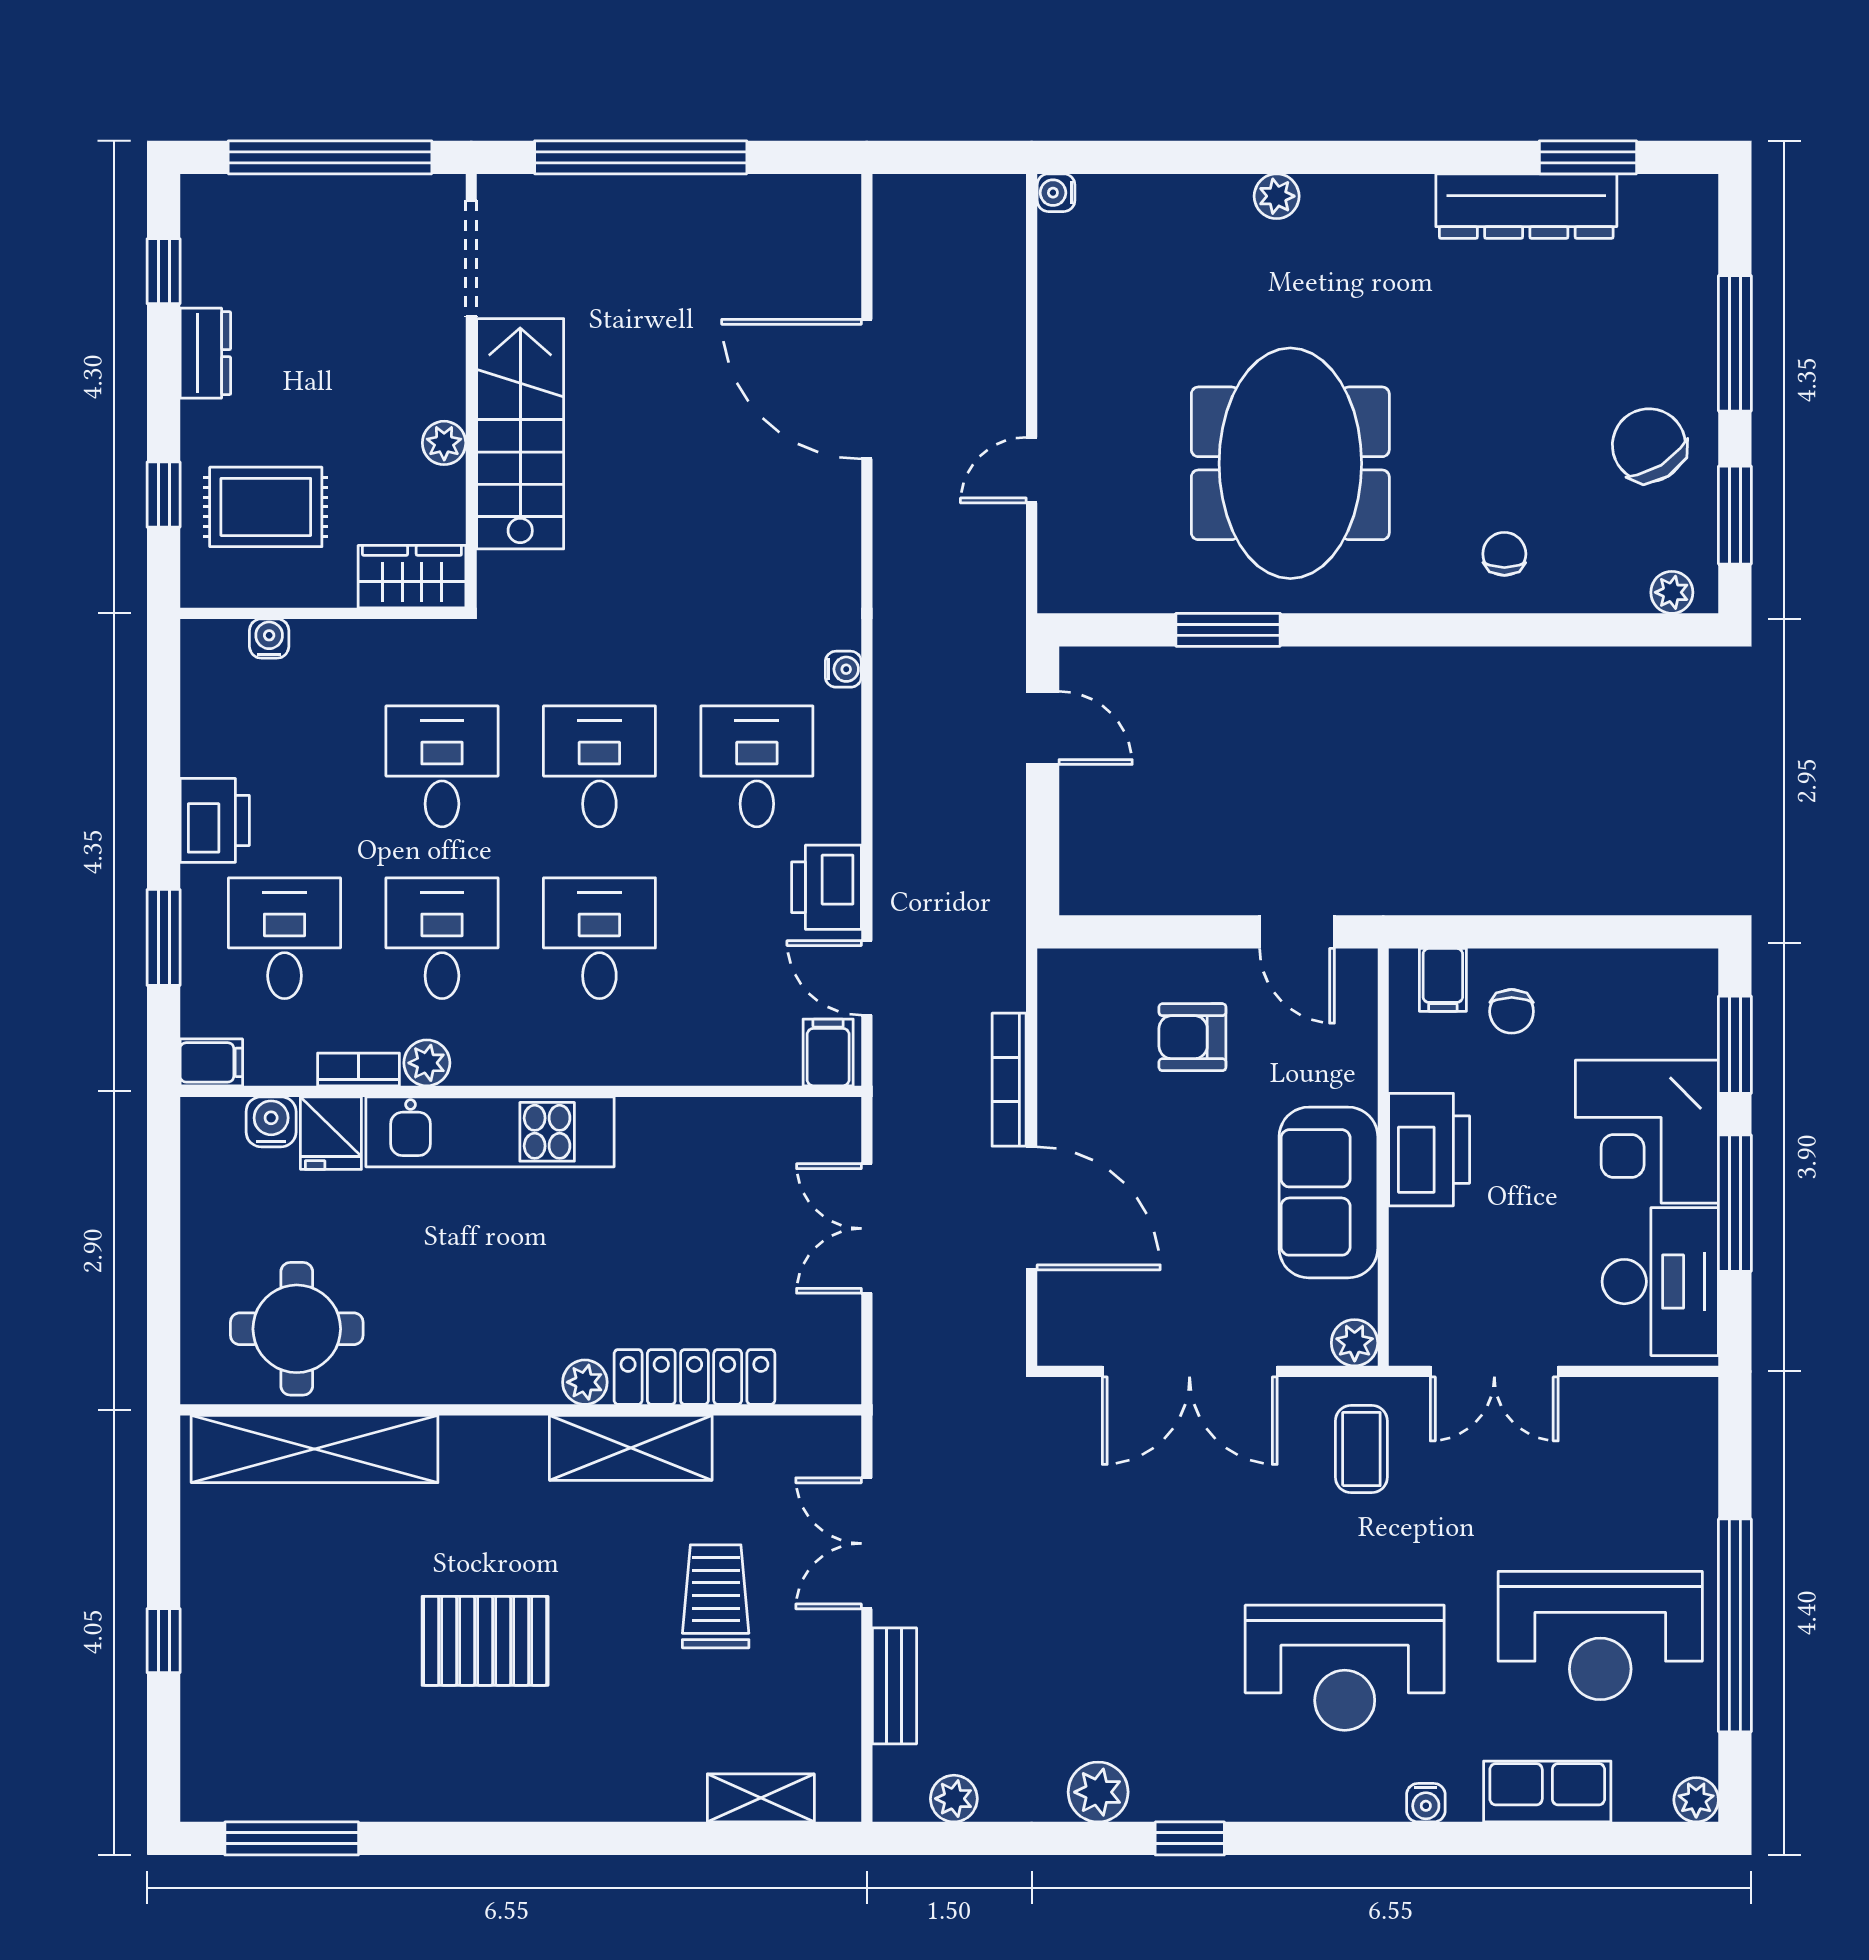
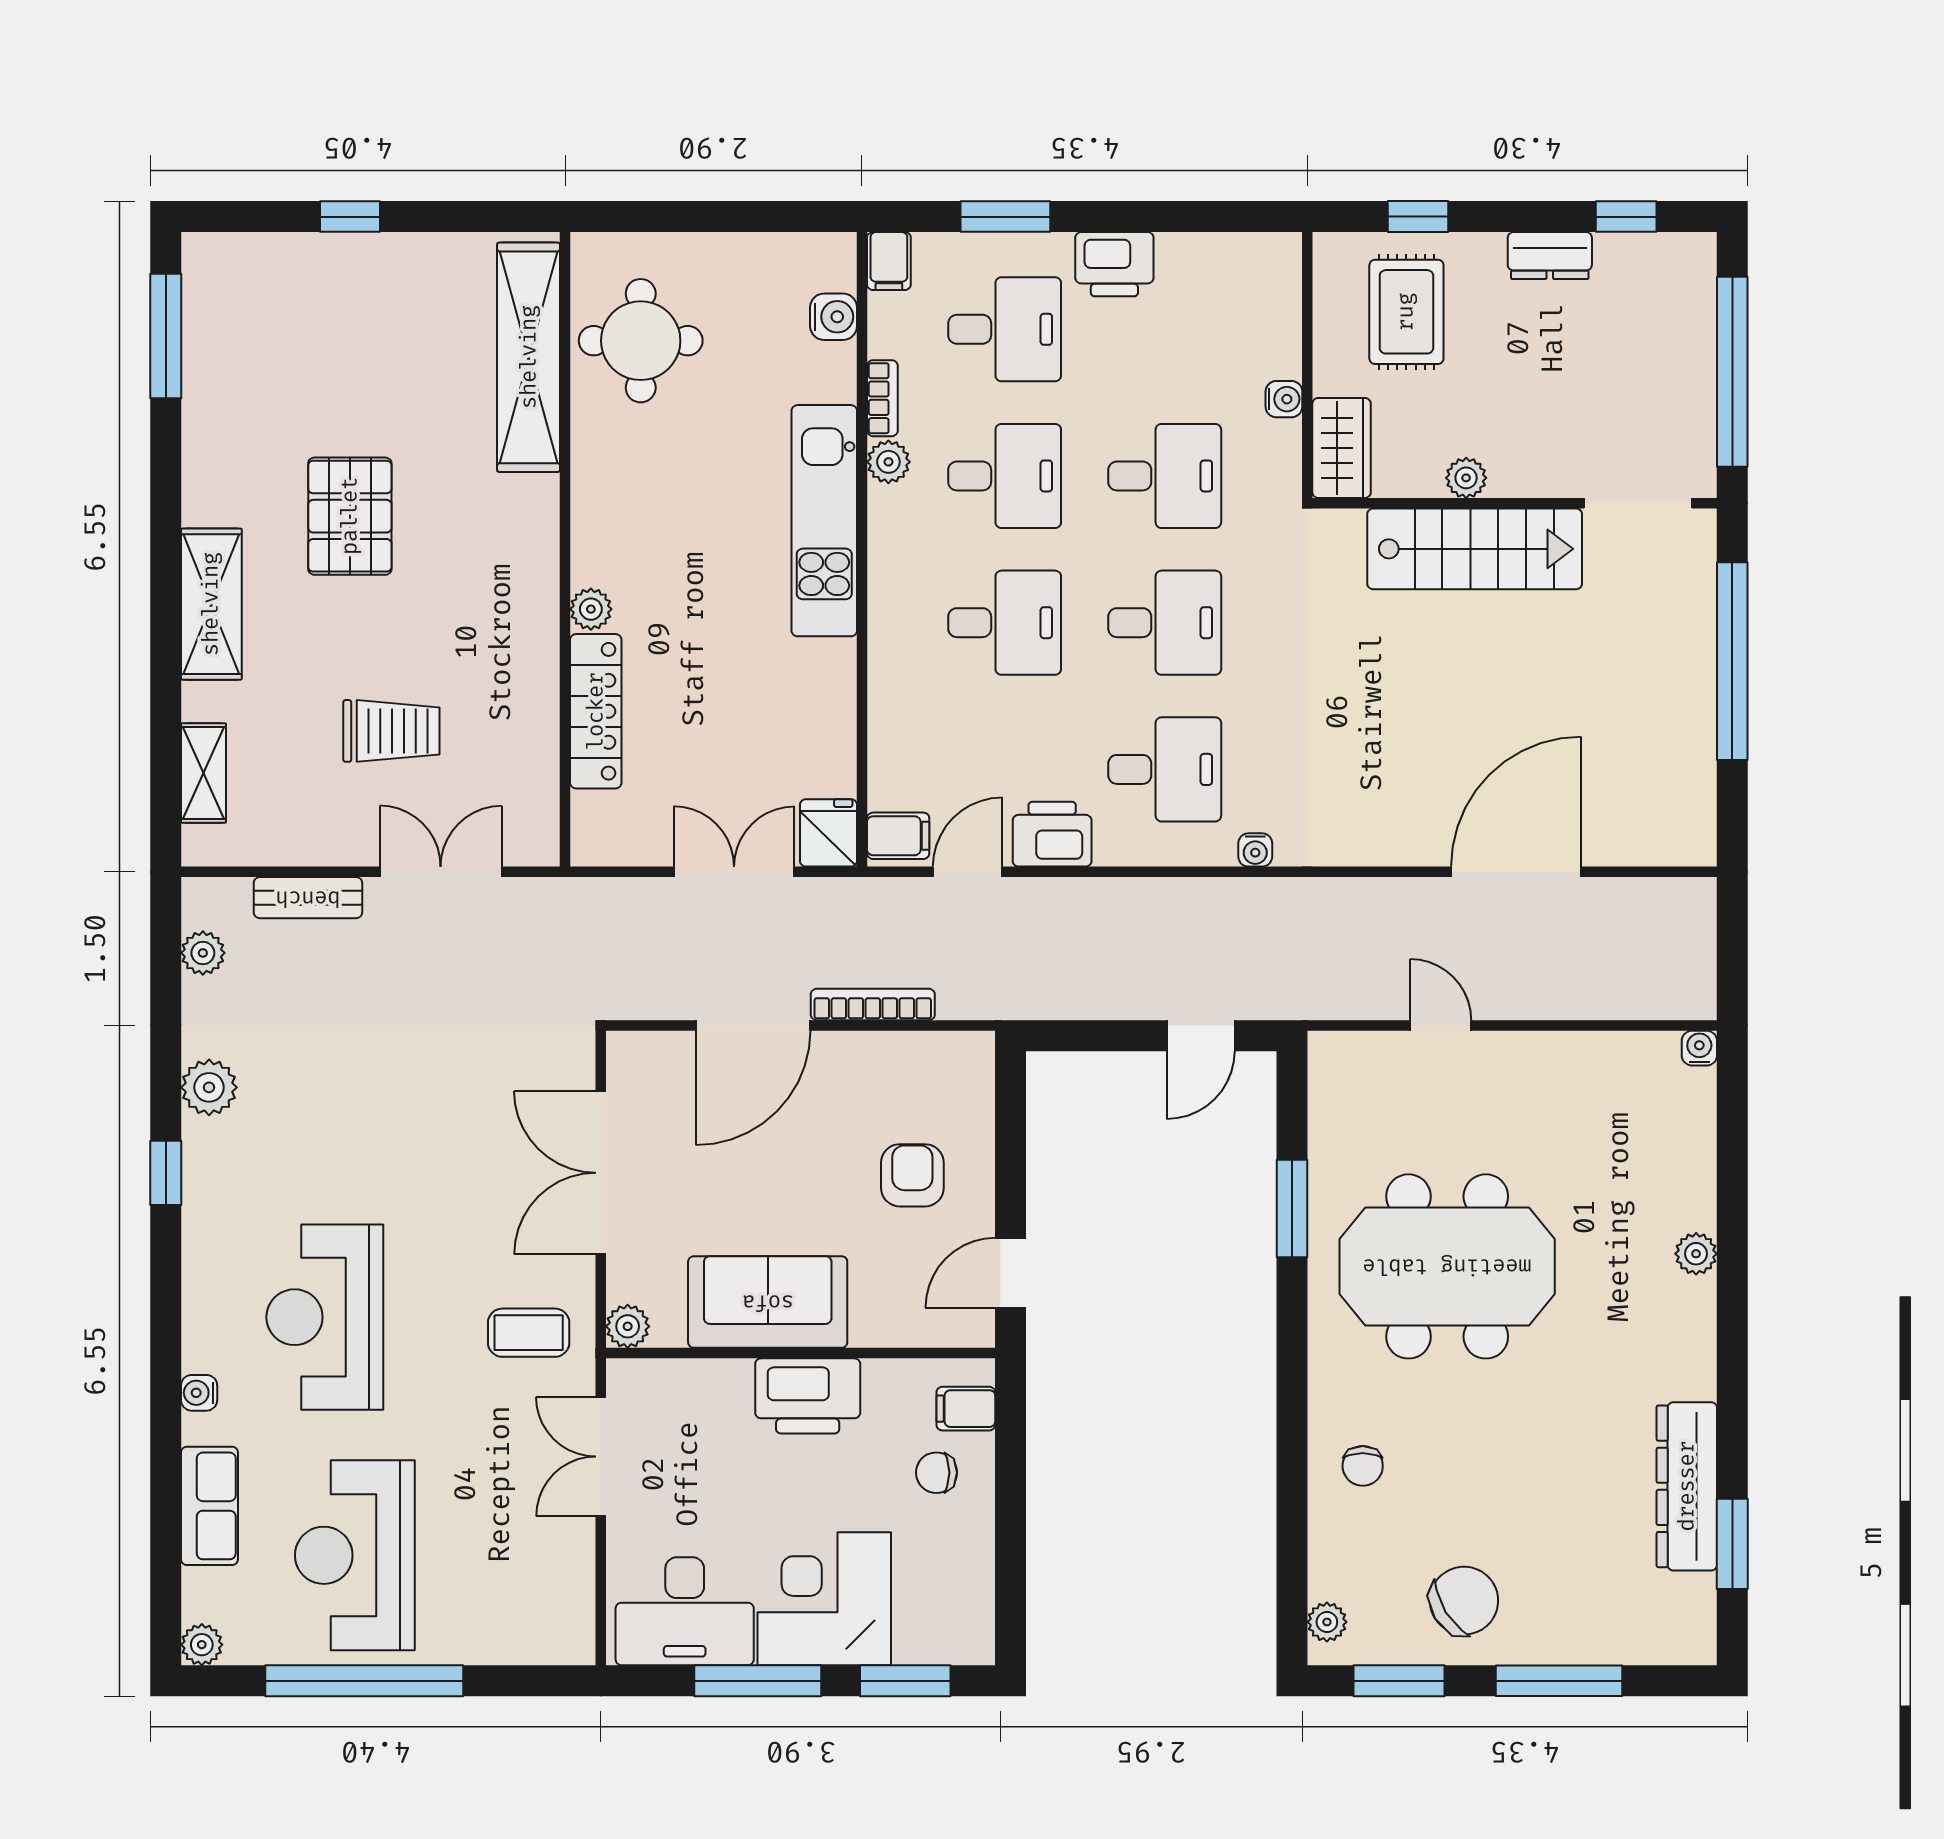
chair: (1504, 554) -> (1363, 1466), turned 90
water cooler: (269, 638) -> (1284, 399), moved
fridge: (331, 1133) -> (828, 833), moved, turned 90
shelving: (631, 1448) -> (211, 604), moved

